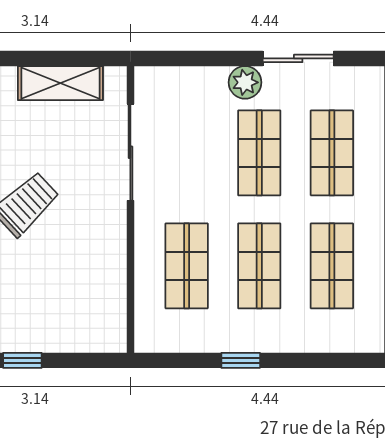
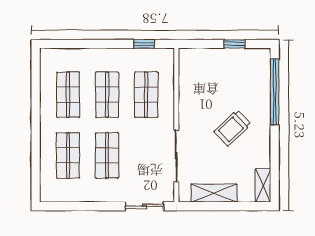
sliding door: (298, 58) -> (144, 206), moved
plant: (245, 82) -> (115, 193), removed
window: (241, 360) -> (144, 44), moved

